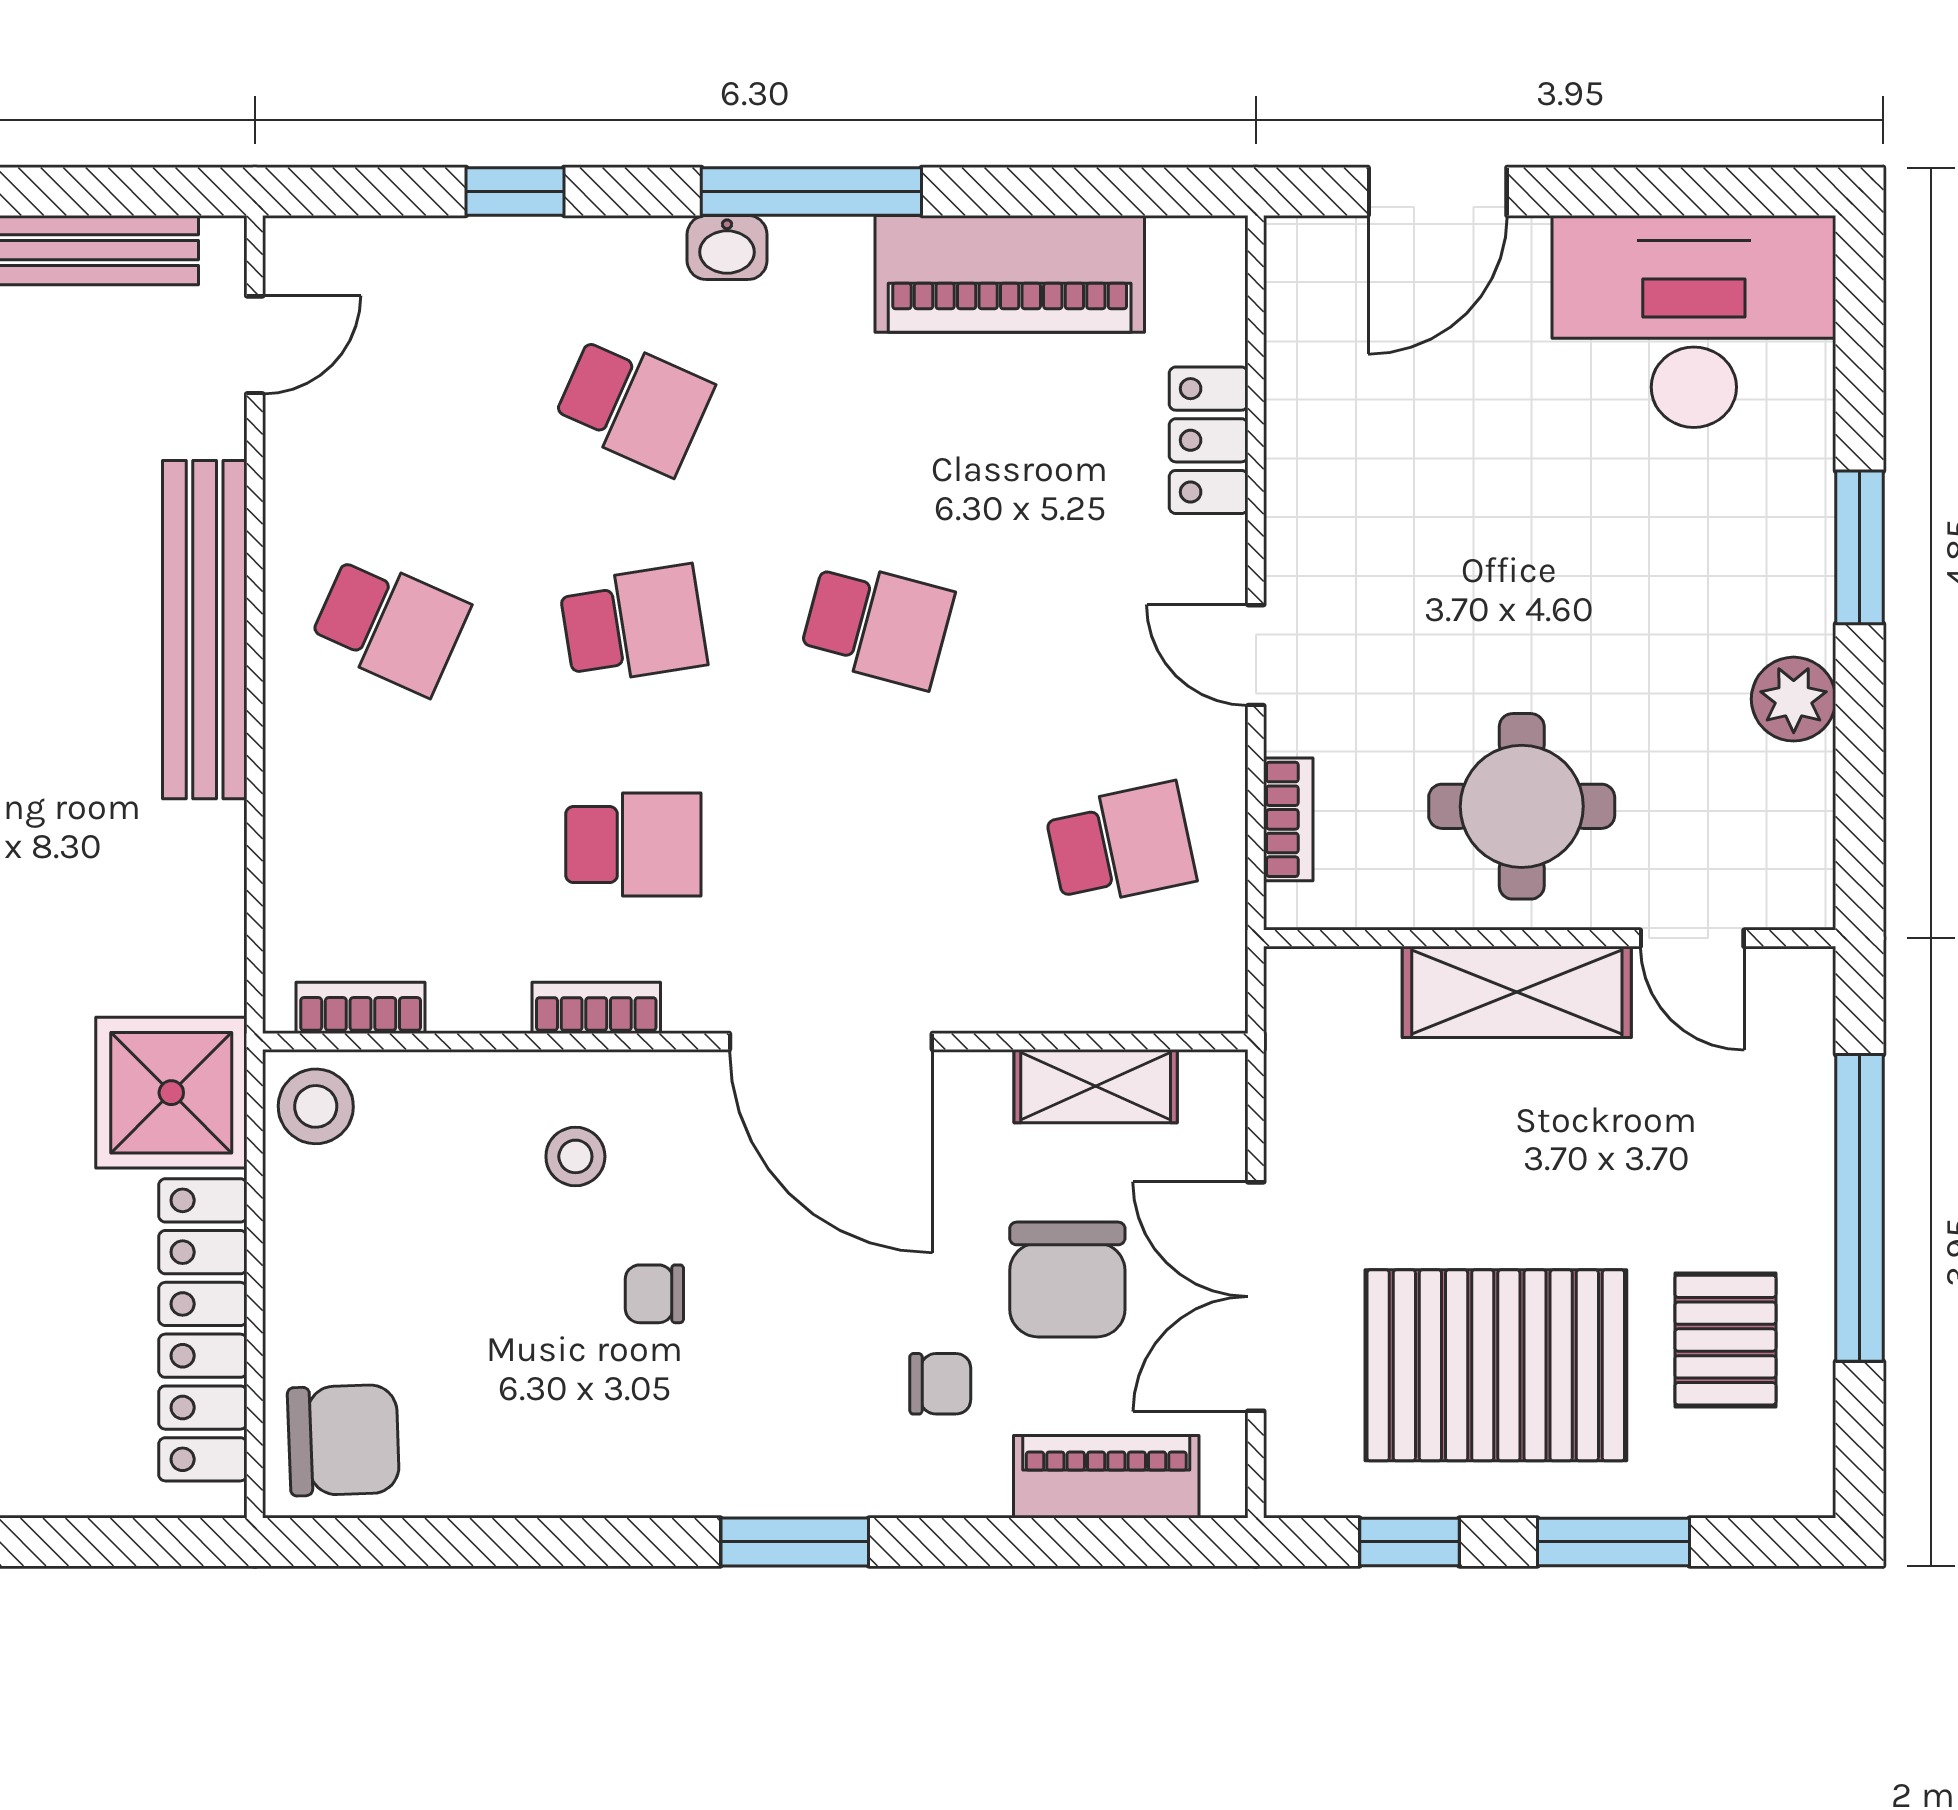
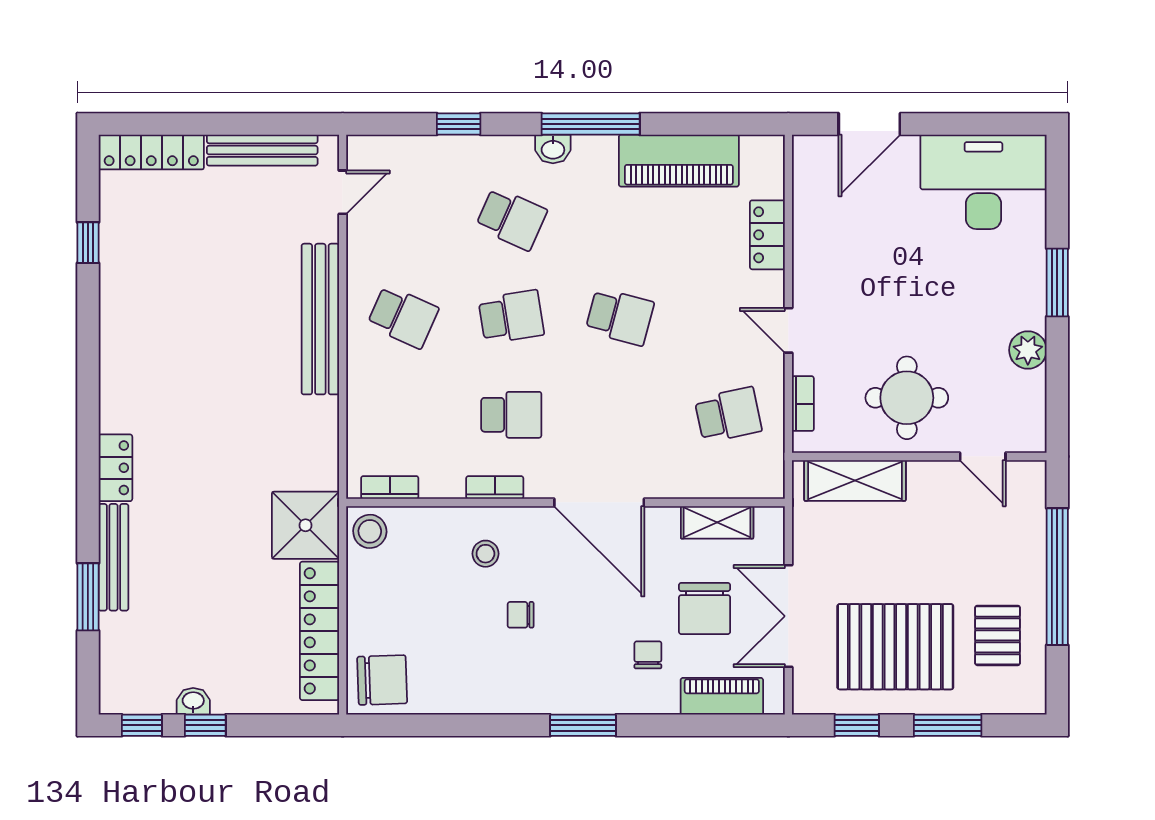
shelving: (1517, 992) -> (855, 480), moved
chair: (940, 1384) -> (648, 655), turned -90

